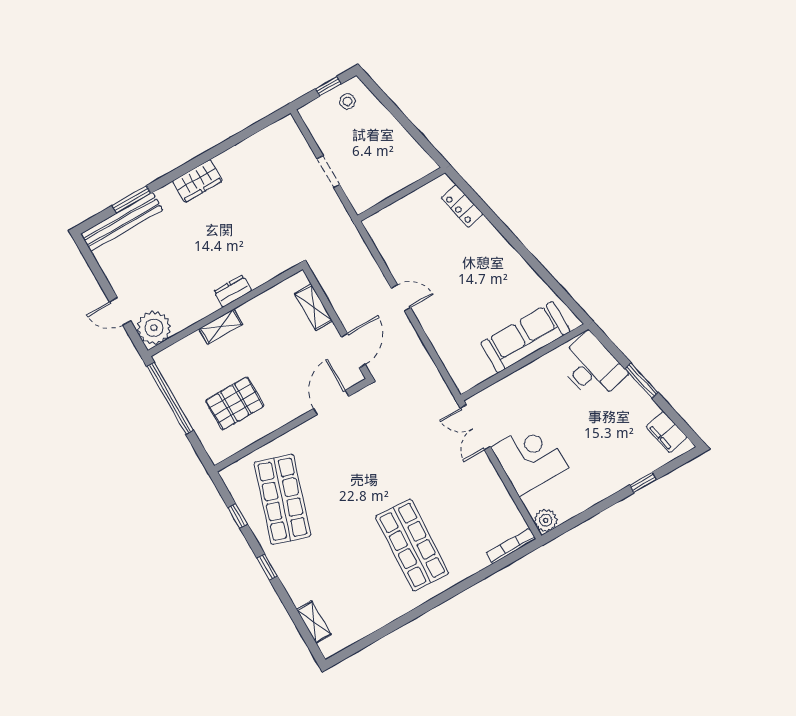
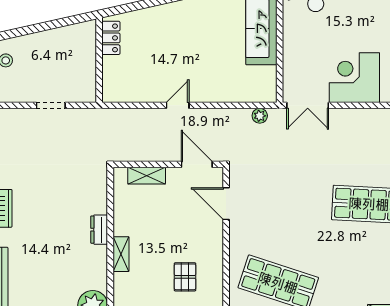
locker: (462, 206) -> (111, 38), moved, turned -77
plant: (438, 385) -> (260, 116), added
pallet: (235, 403) -> (185, 277), width x0.67, depth x0.71

